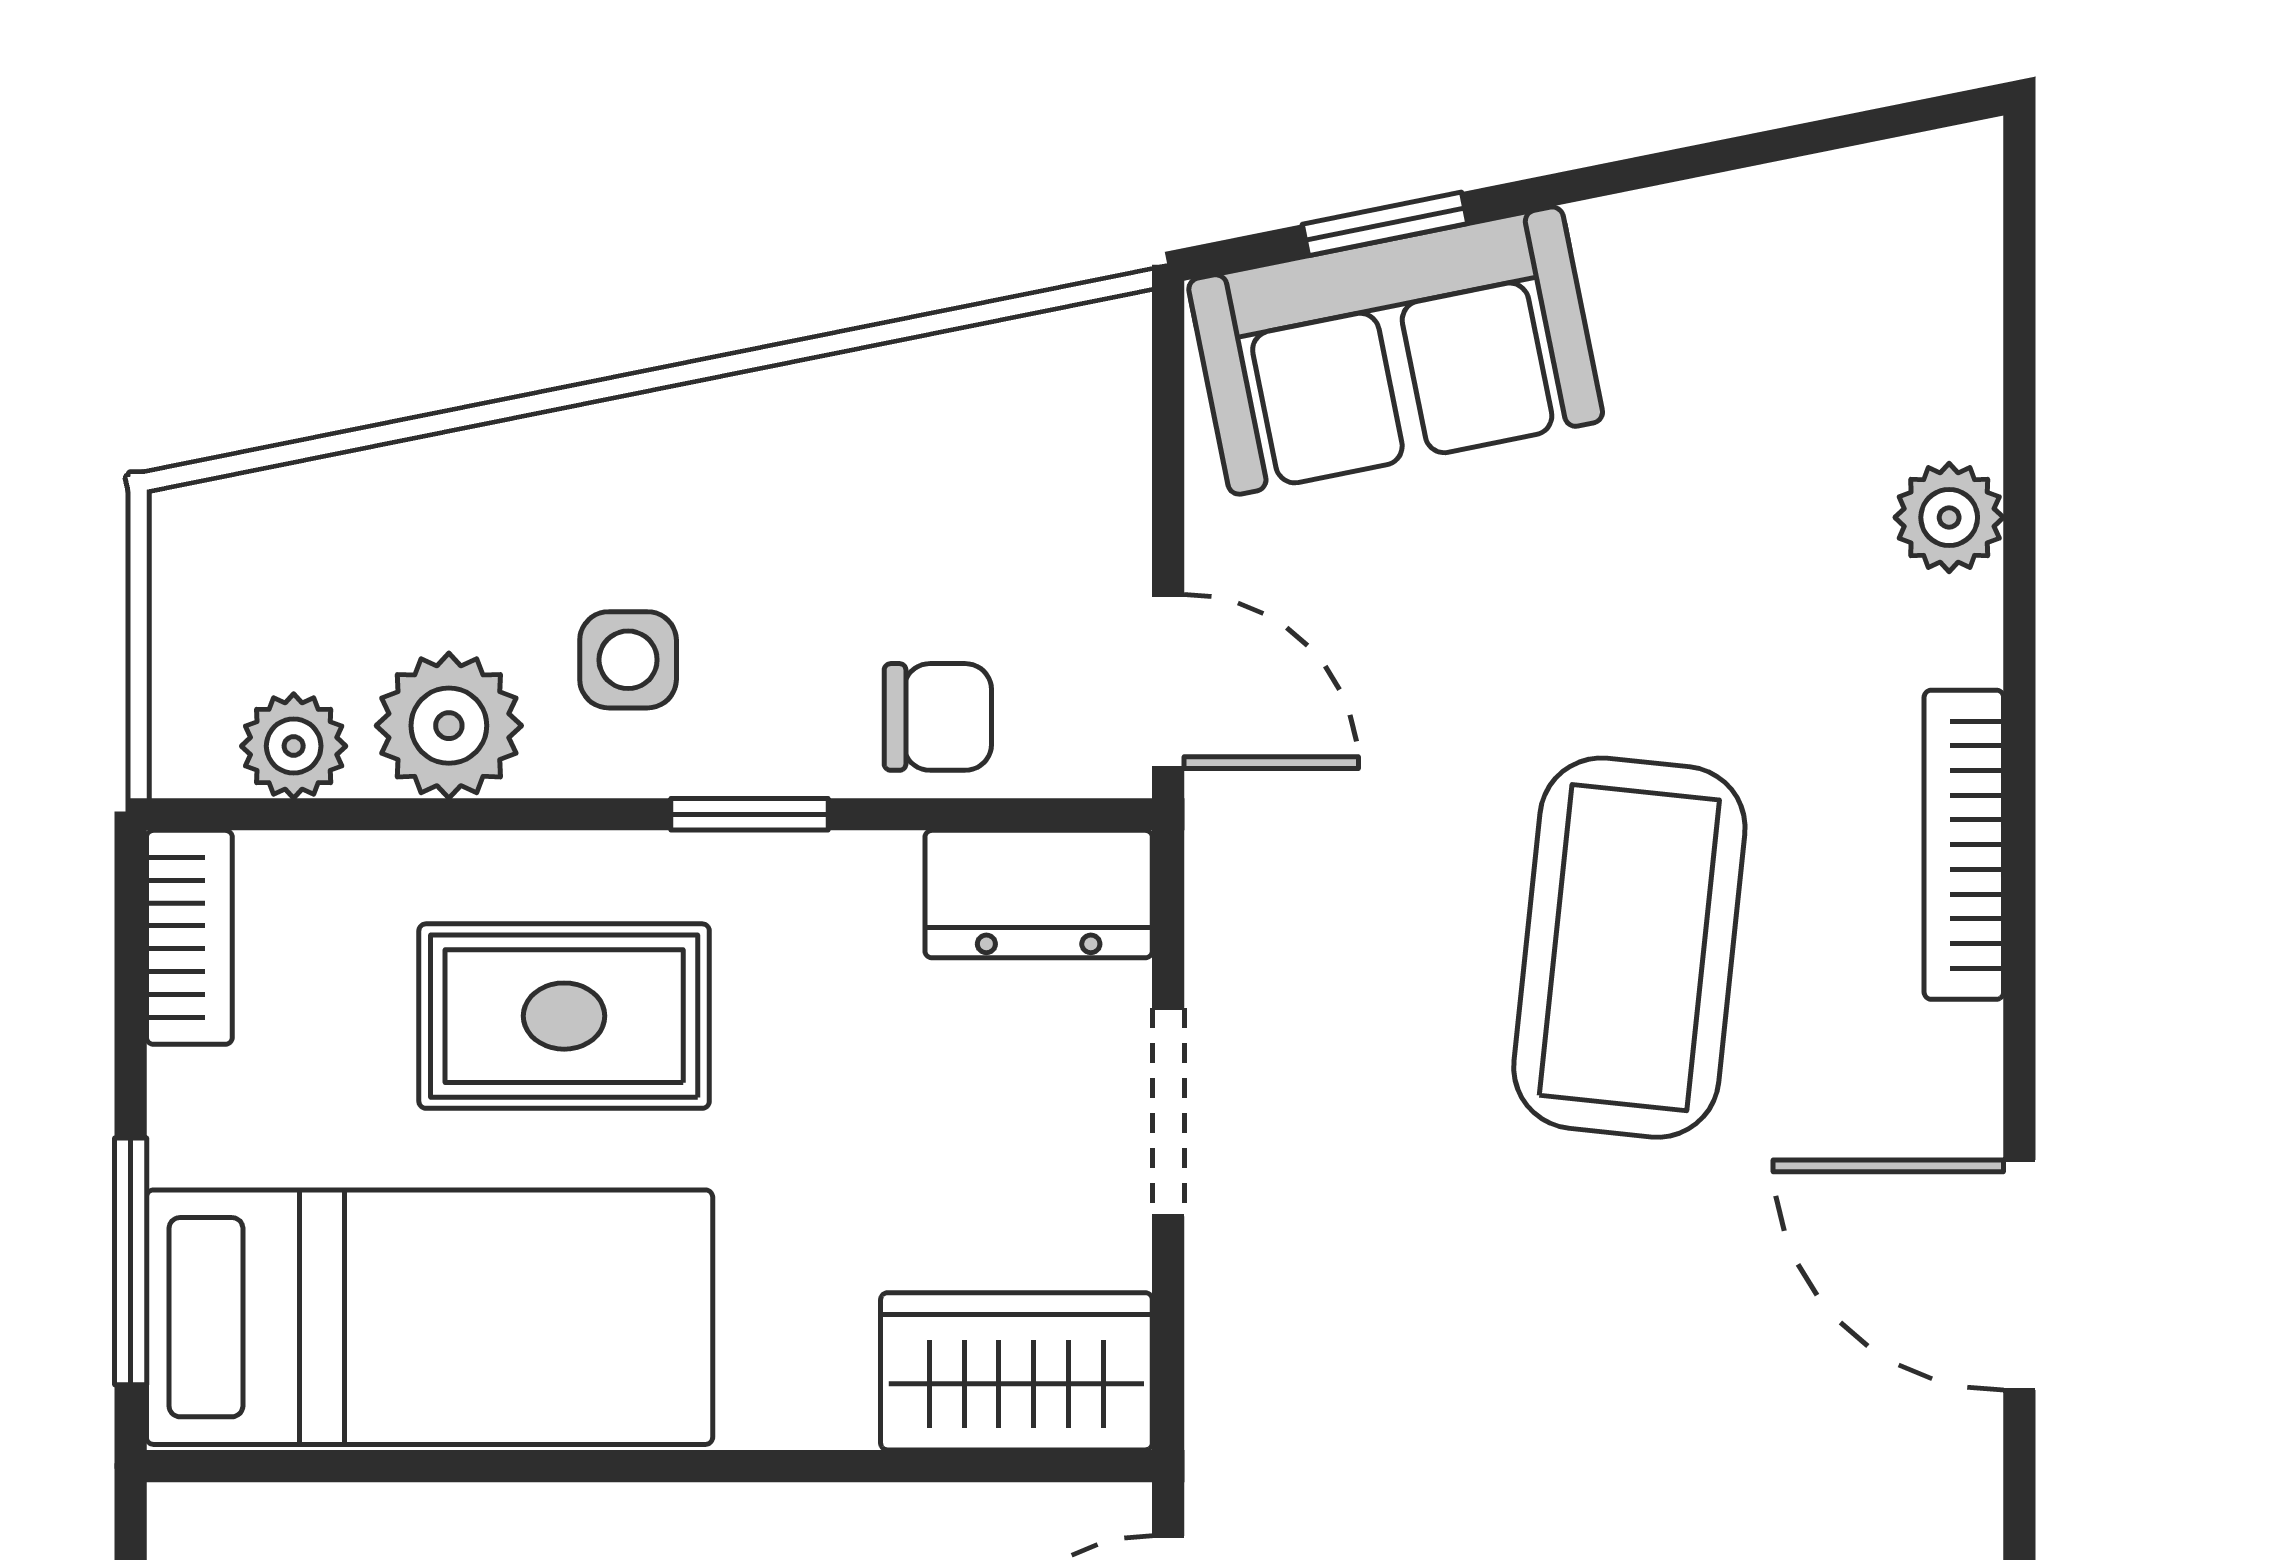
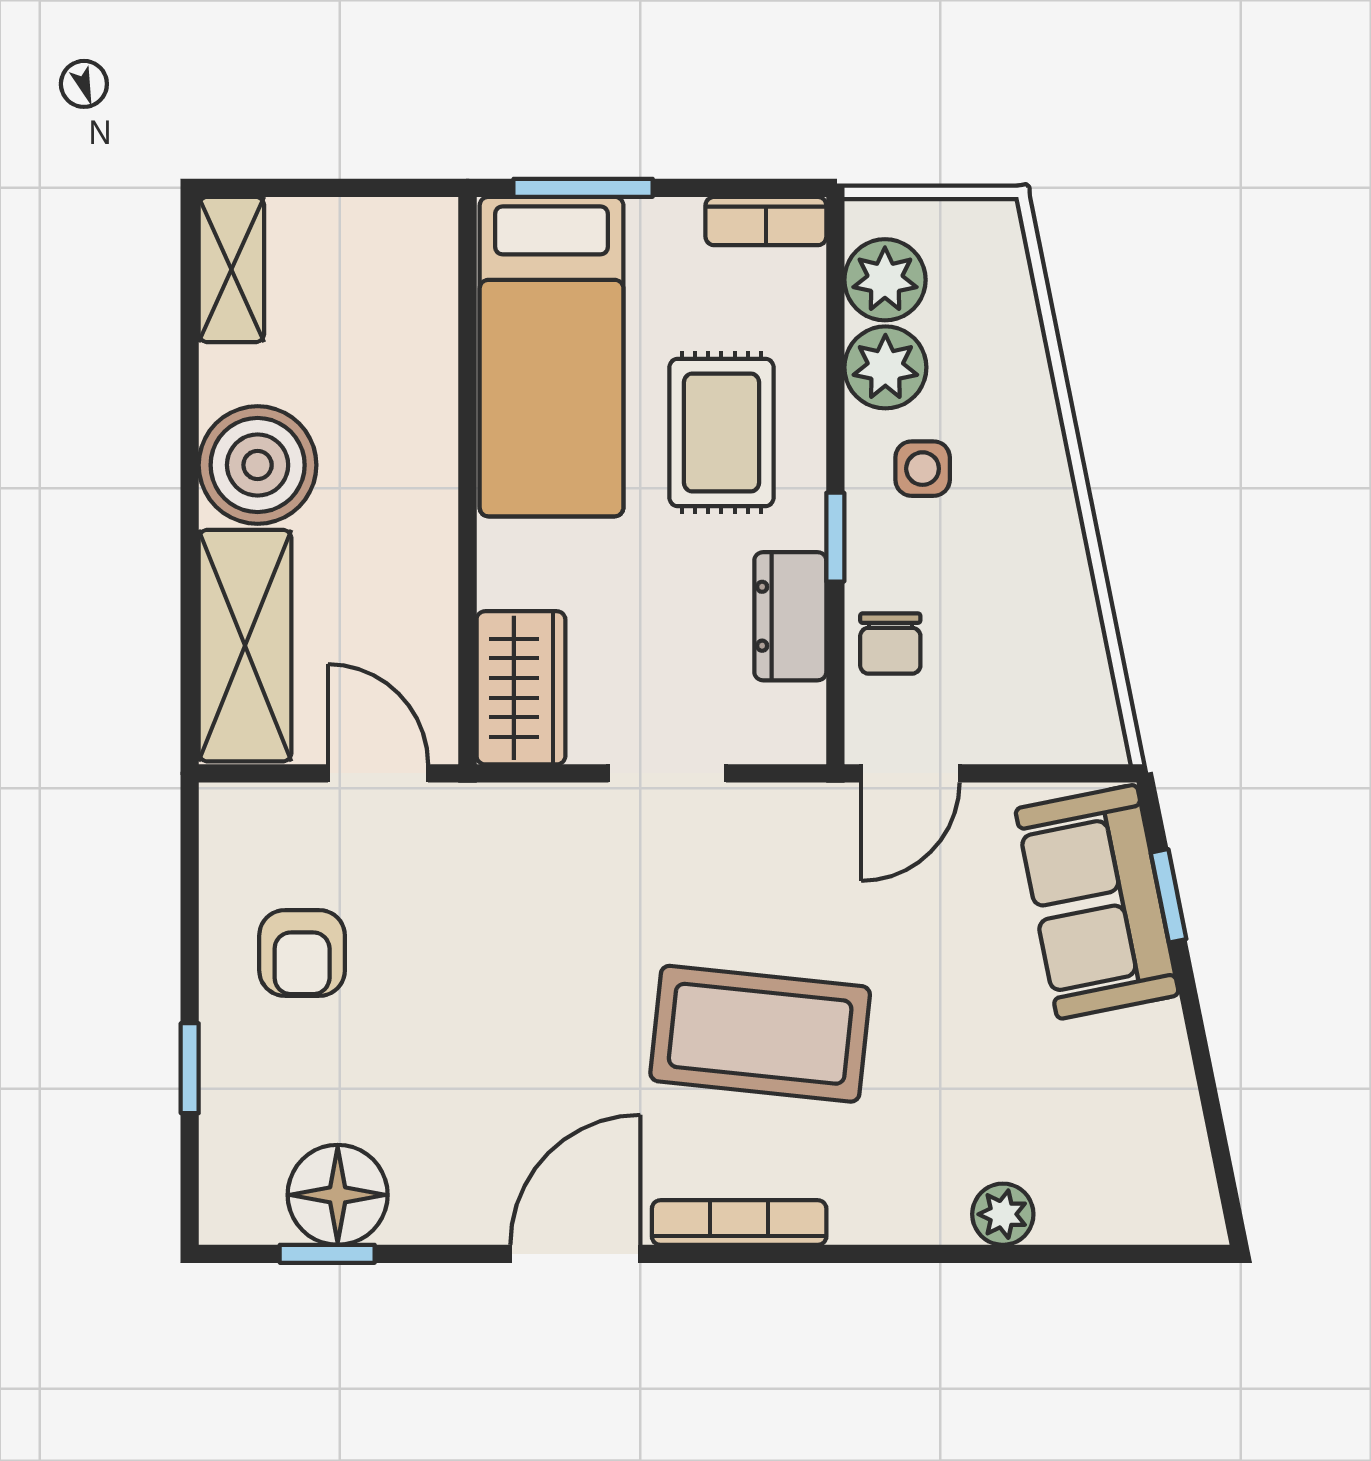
plant: (294, 746) -> (885, 280), width x1.38, depth x1.38
bookcase: (1964, 845) -> (739, 1223), moved
dresser: (1039, 894) -> (790, 616), moved

